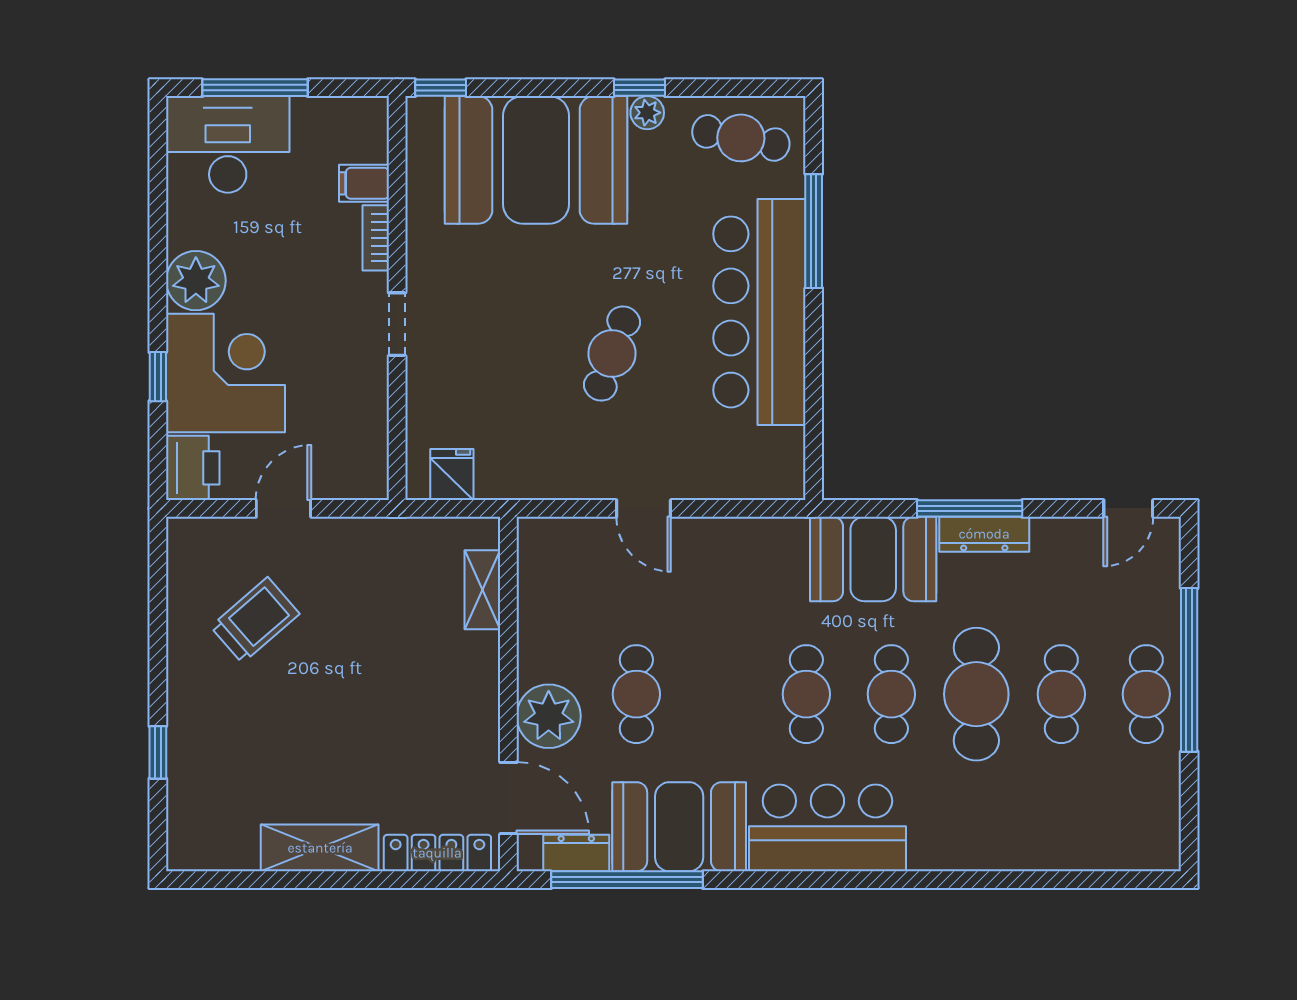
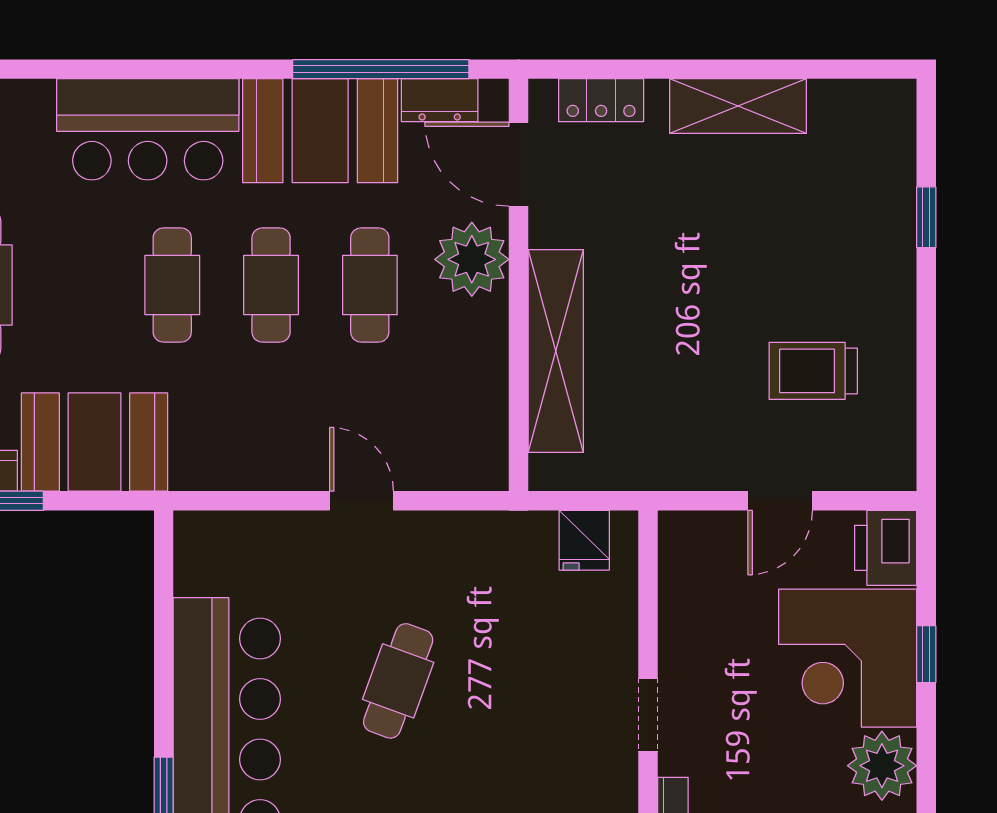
shelving: (482, 590) -> (556, 351), width x2.20, depth x1.33
trolley: (255, 620) -> (813, 371), turned 41
cafe table: (891, 694) -> (271, 285), moved
locker: (437, 853) -> (601, 100), width x0.66

